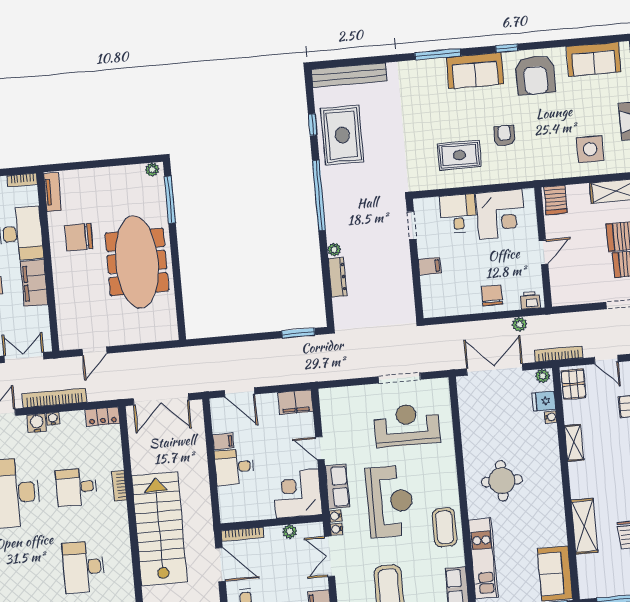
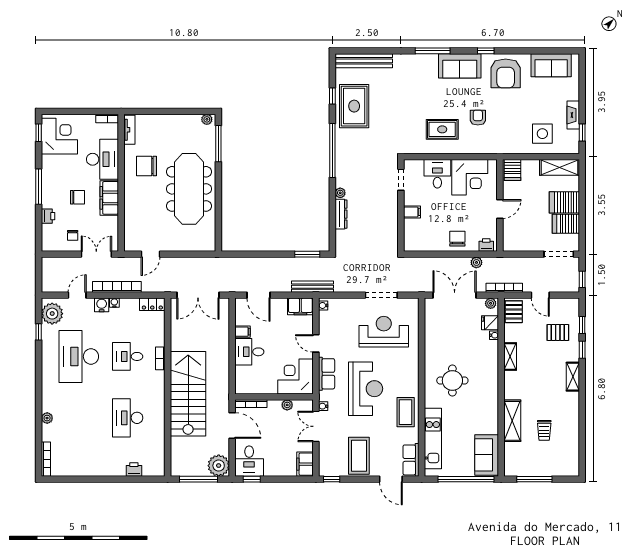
bench: (309, 375) -> (313, 287), added
water cooler: (336, 516) -> (323, 305), moved

